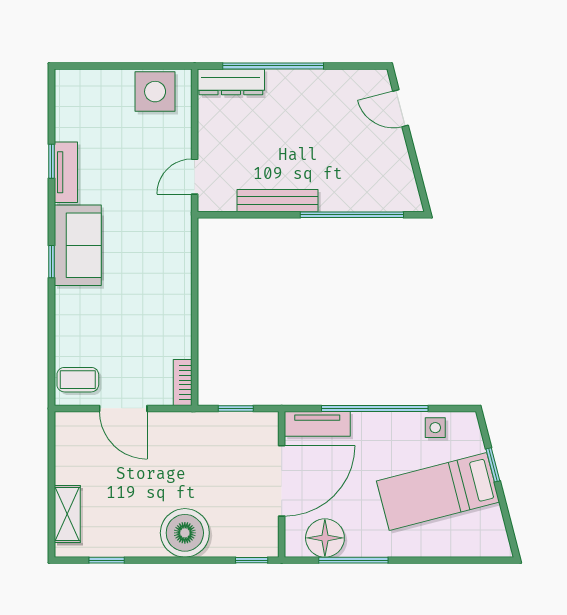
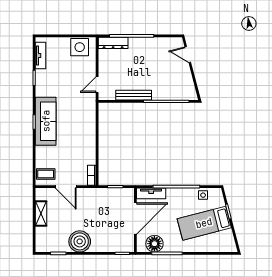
tv unit: (66, 172) -> (40, 55), moved
sofa: (78, 245) -> (46, 121), width x1.36
shelving: (67, 514) -> (41, 213), moved
boiler: (185, 533) -> (80, 241), moved

